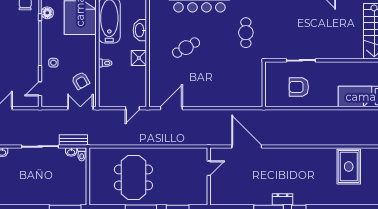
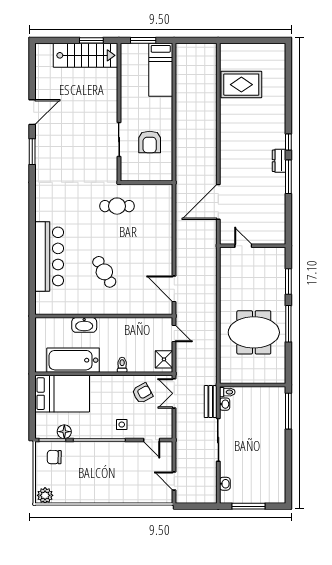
cafe table: (246, 33) -> (117, 206), moved
shower: (139, 58) -> (164, 359), moved

